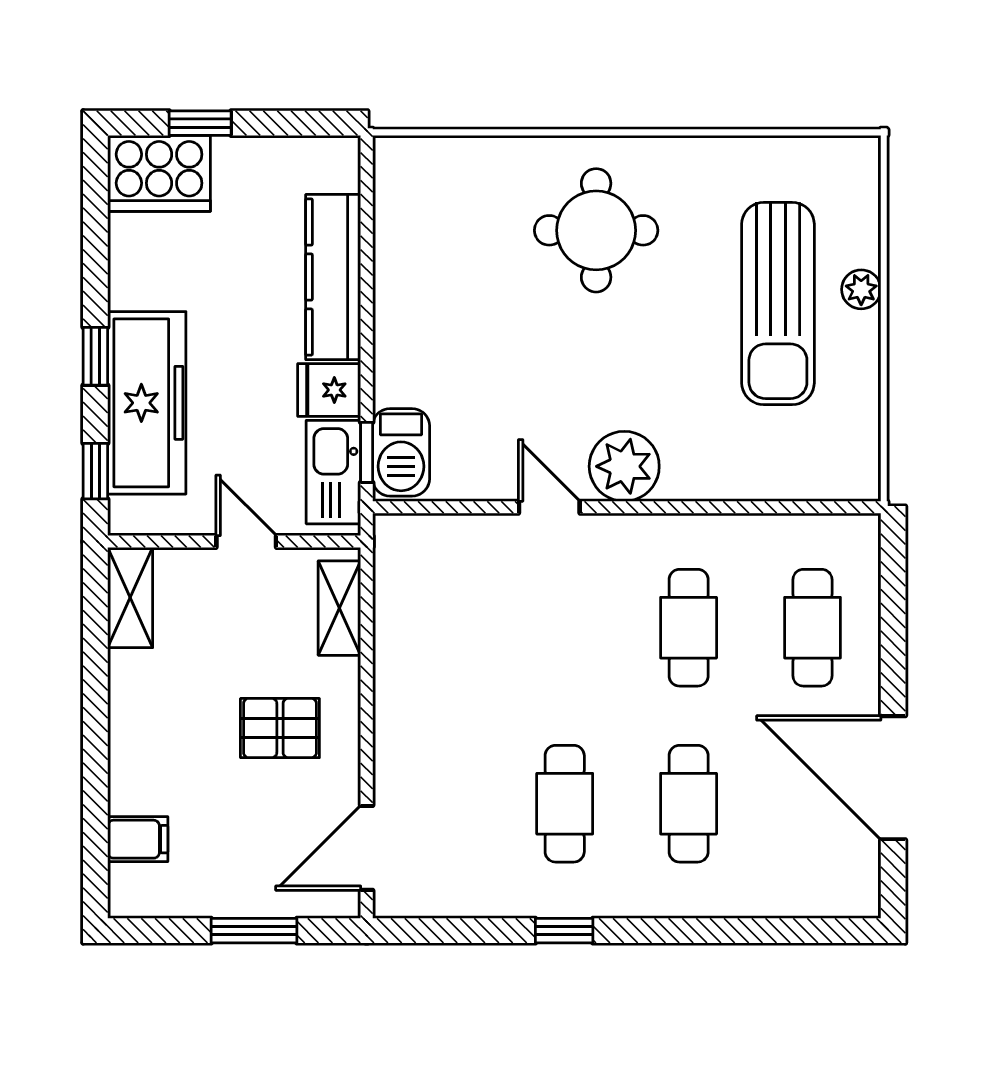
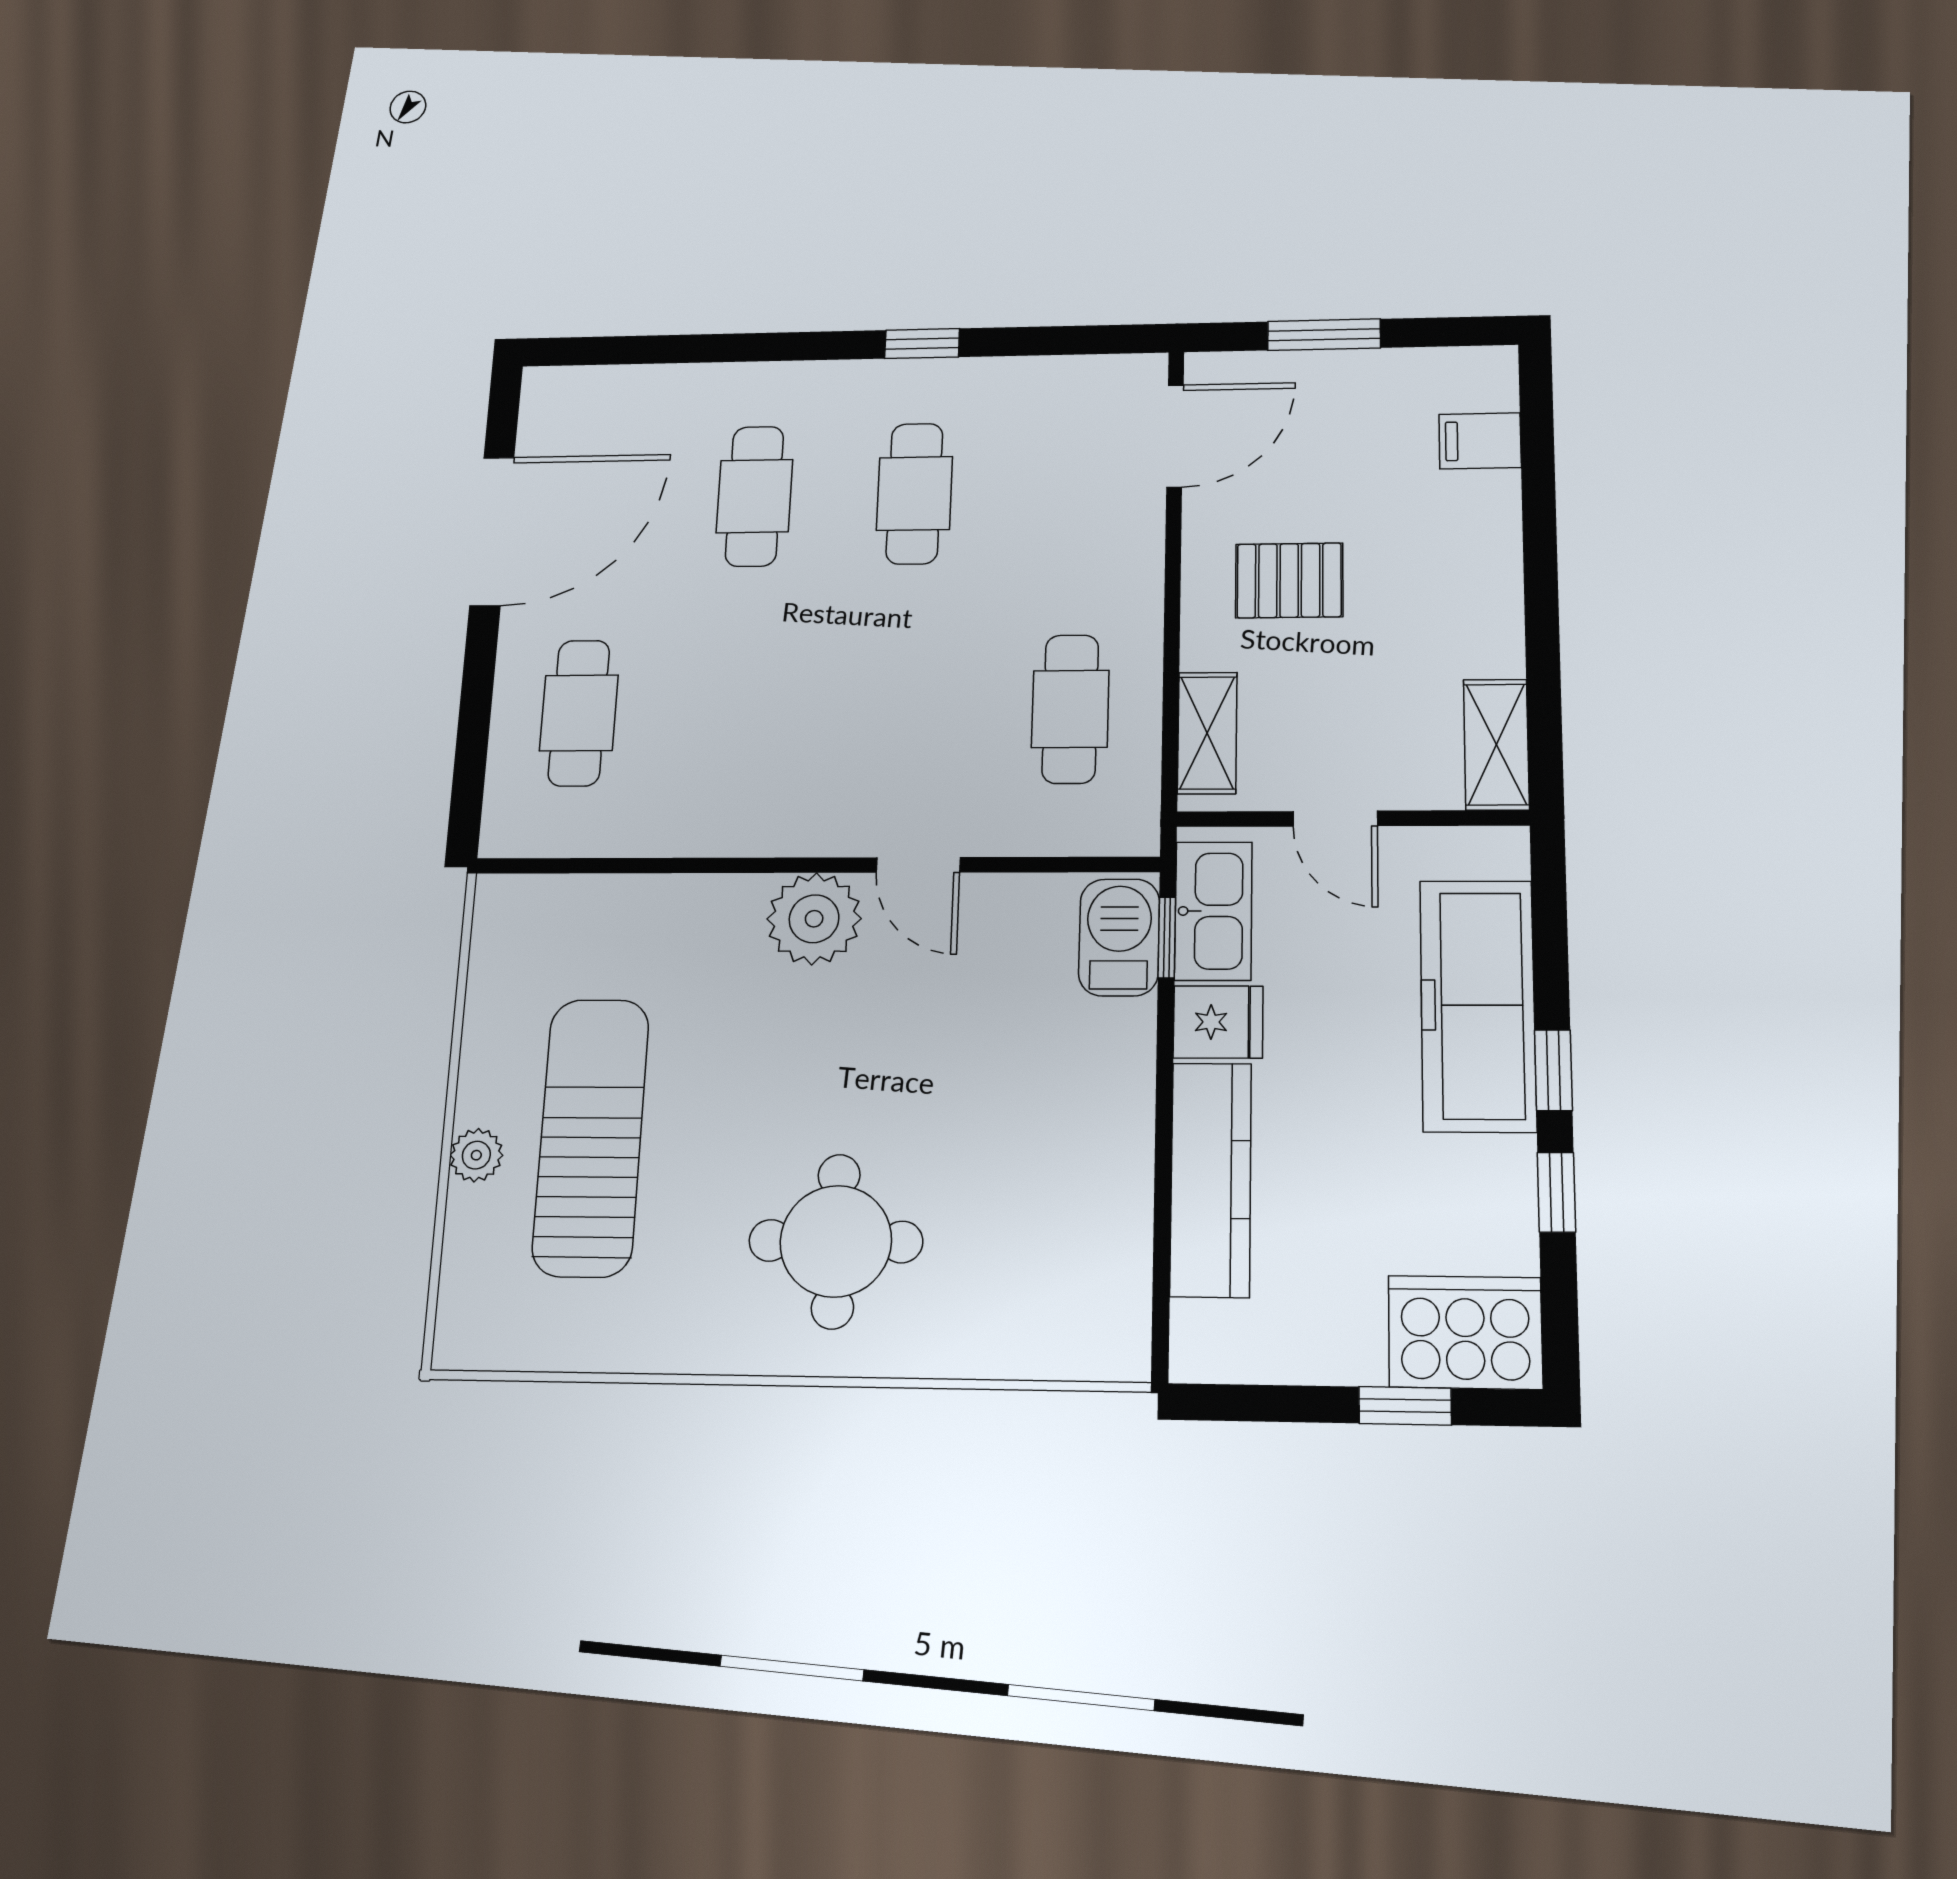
window: (95, 471) -> (1556, 1192), moved
cafe table: (689, 628) -> (1070, 709), moved
door: (893, 778) -> (492, 531), hinge flipped

